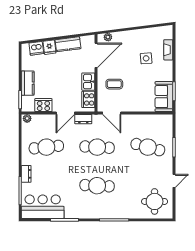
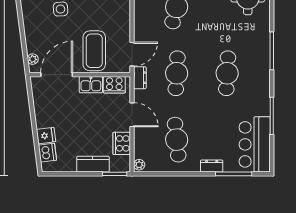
kitchen counter: (68, 44) -> (42, 111), removed
door: (96, 55) -> (57, 75), hinge flipped
coffee table: (114, 84) -> (94, 51), width x1.86, depth x1.72
dresser: (83, 119) -> (140, 78), moved

